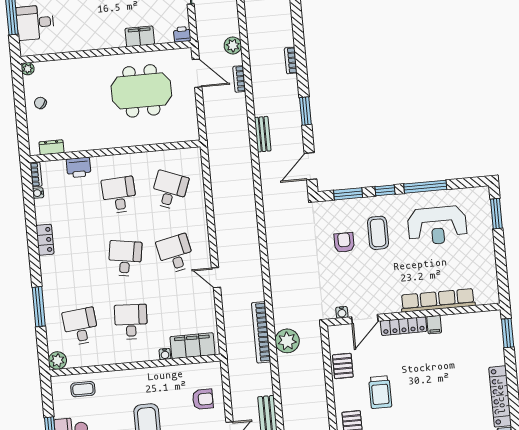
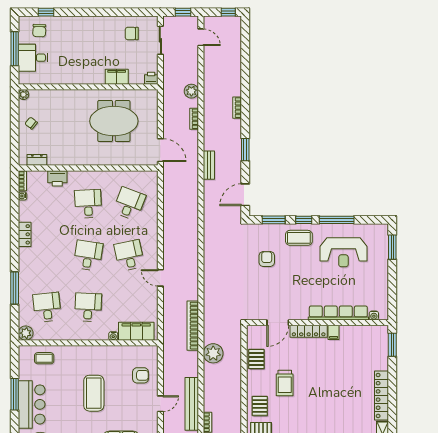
door: (197, 73) -> (160, 150), moved
coffee table: (378, 233) -> (299, 238), moved, turned 90
water cooler: (342, 312) -> (374, 315), moved
plant: (287, 341) -> (213, 353), moved

